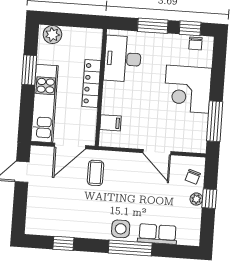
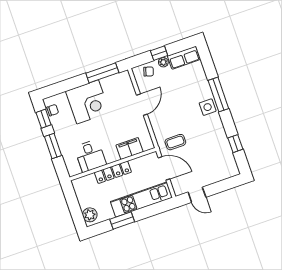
desk: (123, 59) -> (90, 156), width x0.73
filing cabinet: (111, 123) -> (129, 148), width x2.00
row of seats: (157, 234) -> (184, 58), moved, turned -90

